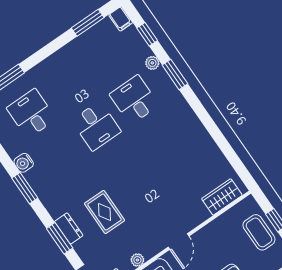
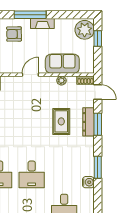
desk: (96, 126) -> (32, 174), turned 180
dresser: (69, 228) -> (89, 122), width x1.44

